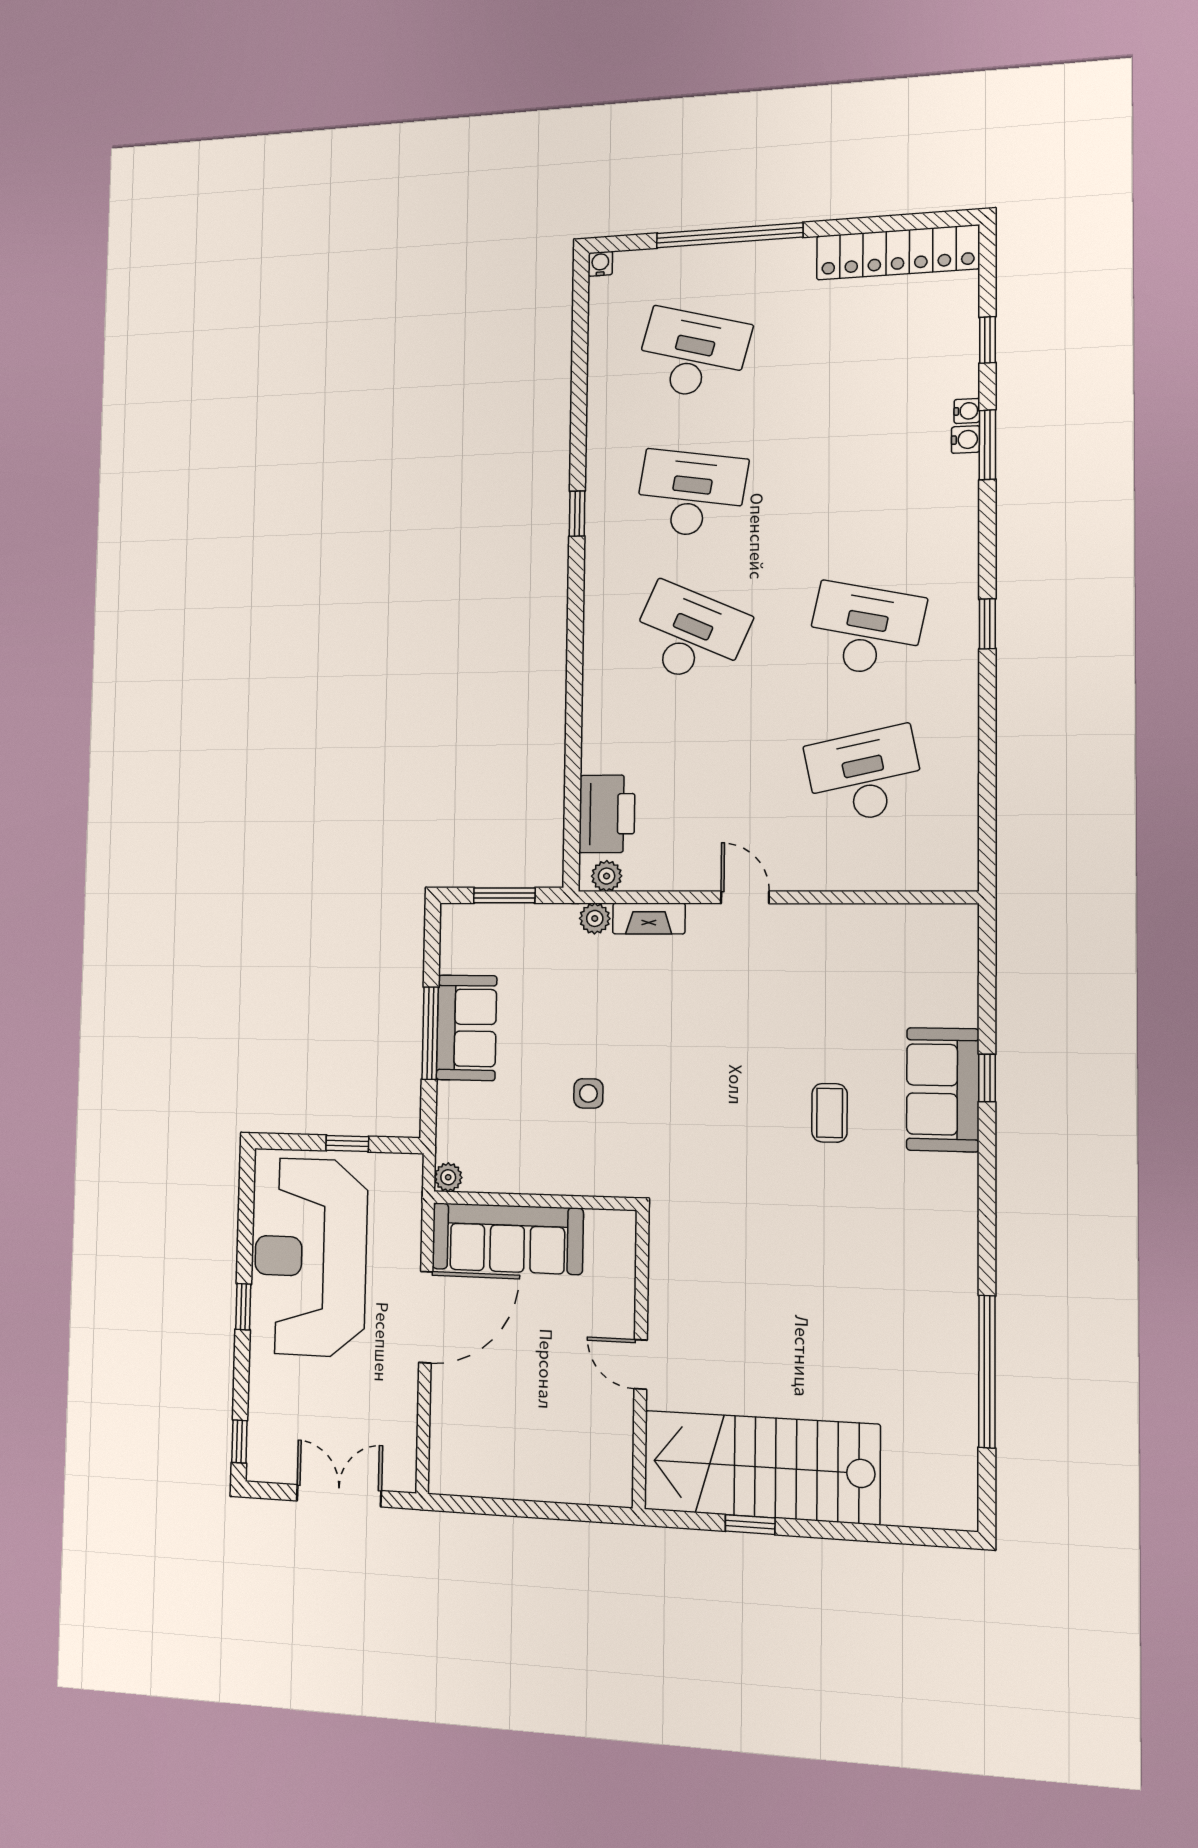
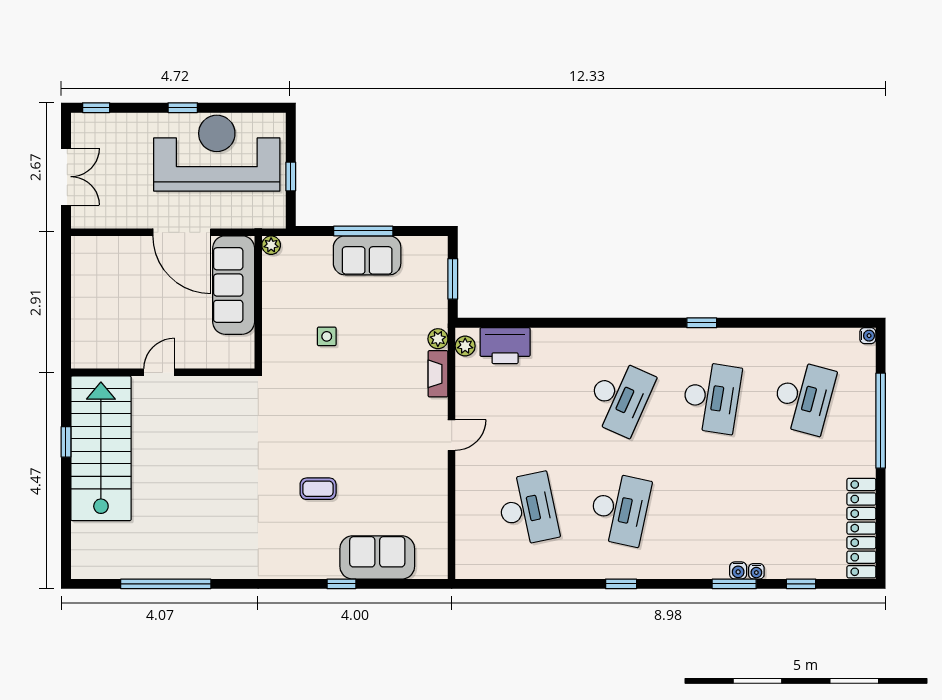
sofa: (943, 1090) -> (377, 557), moved

